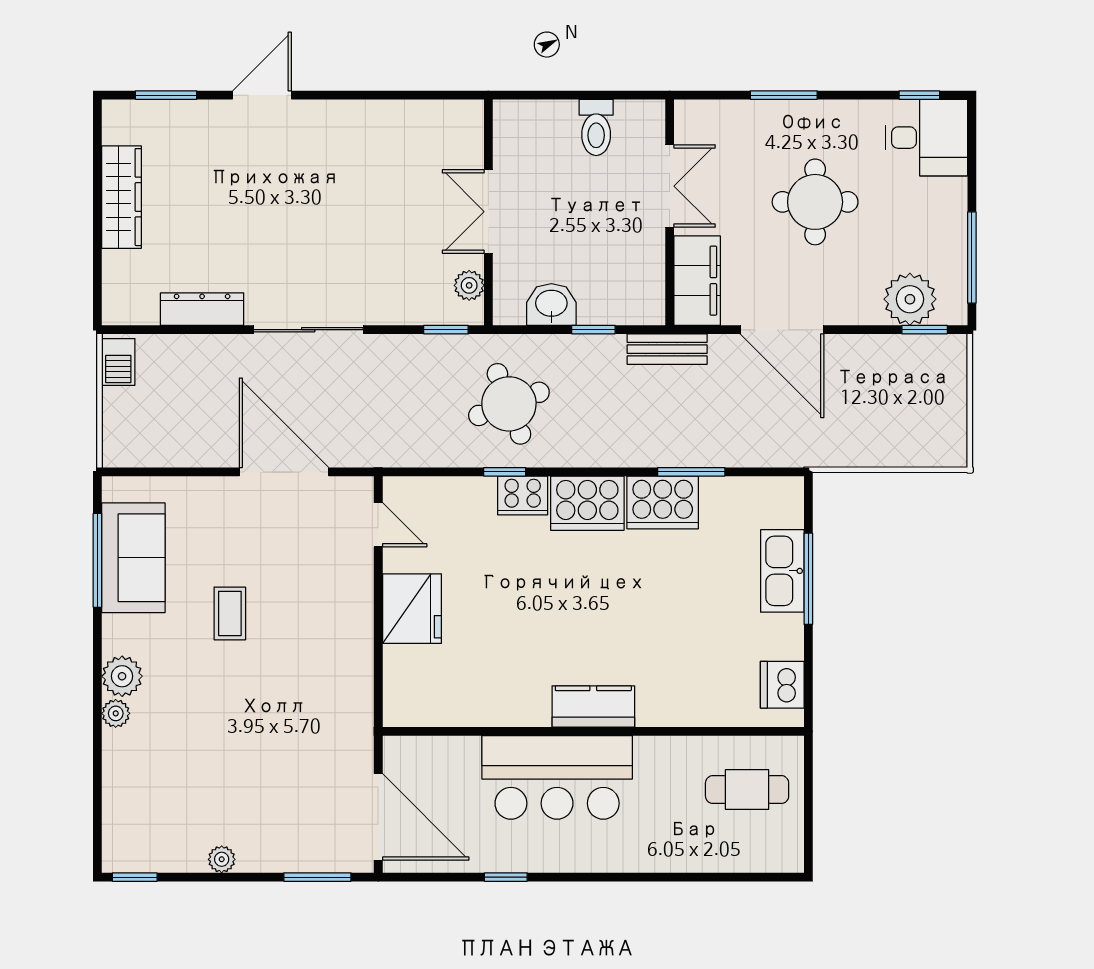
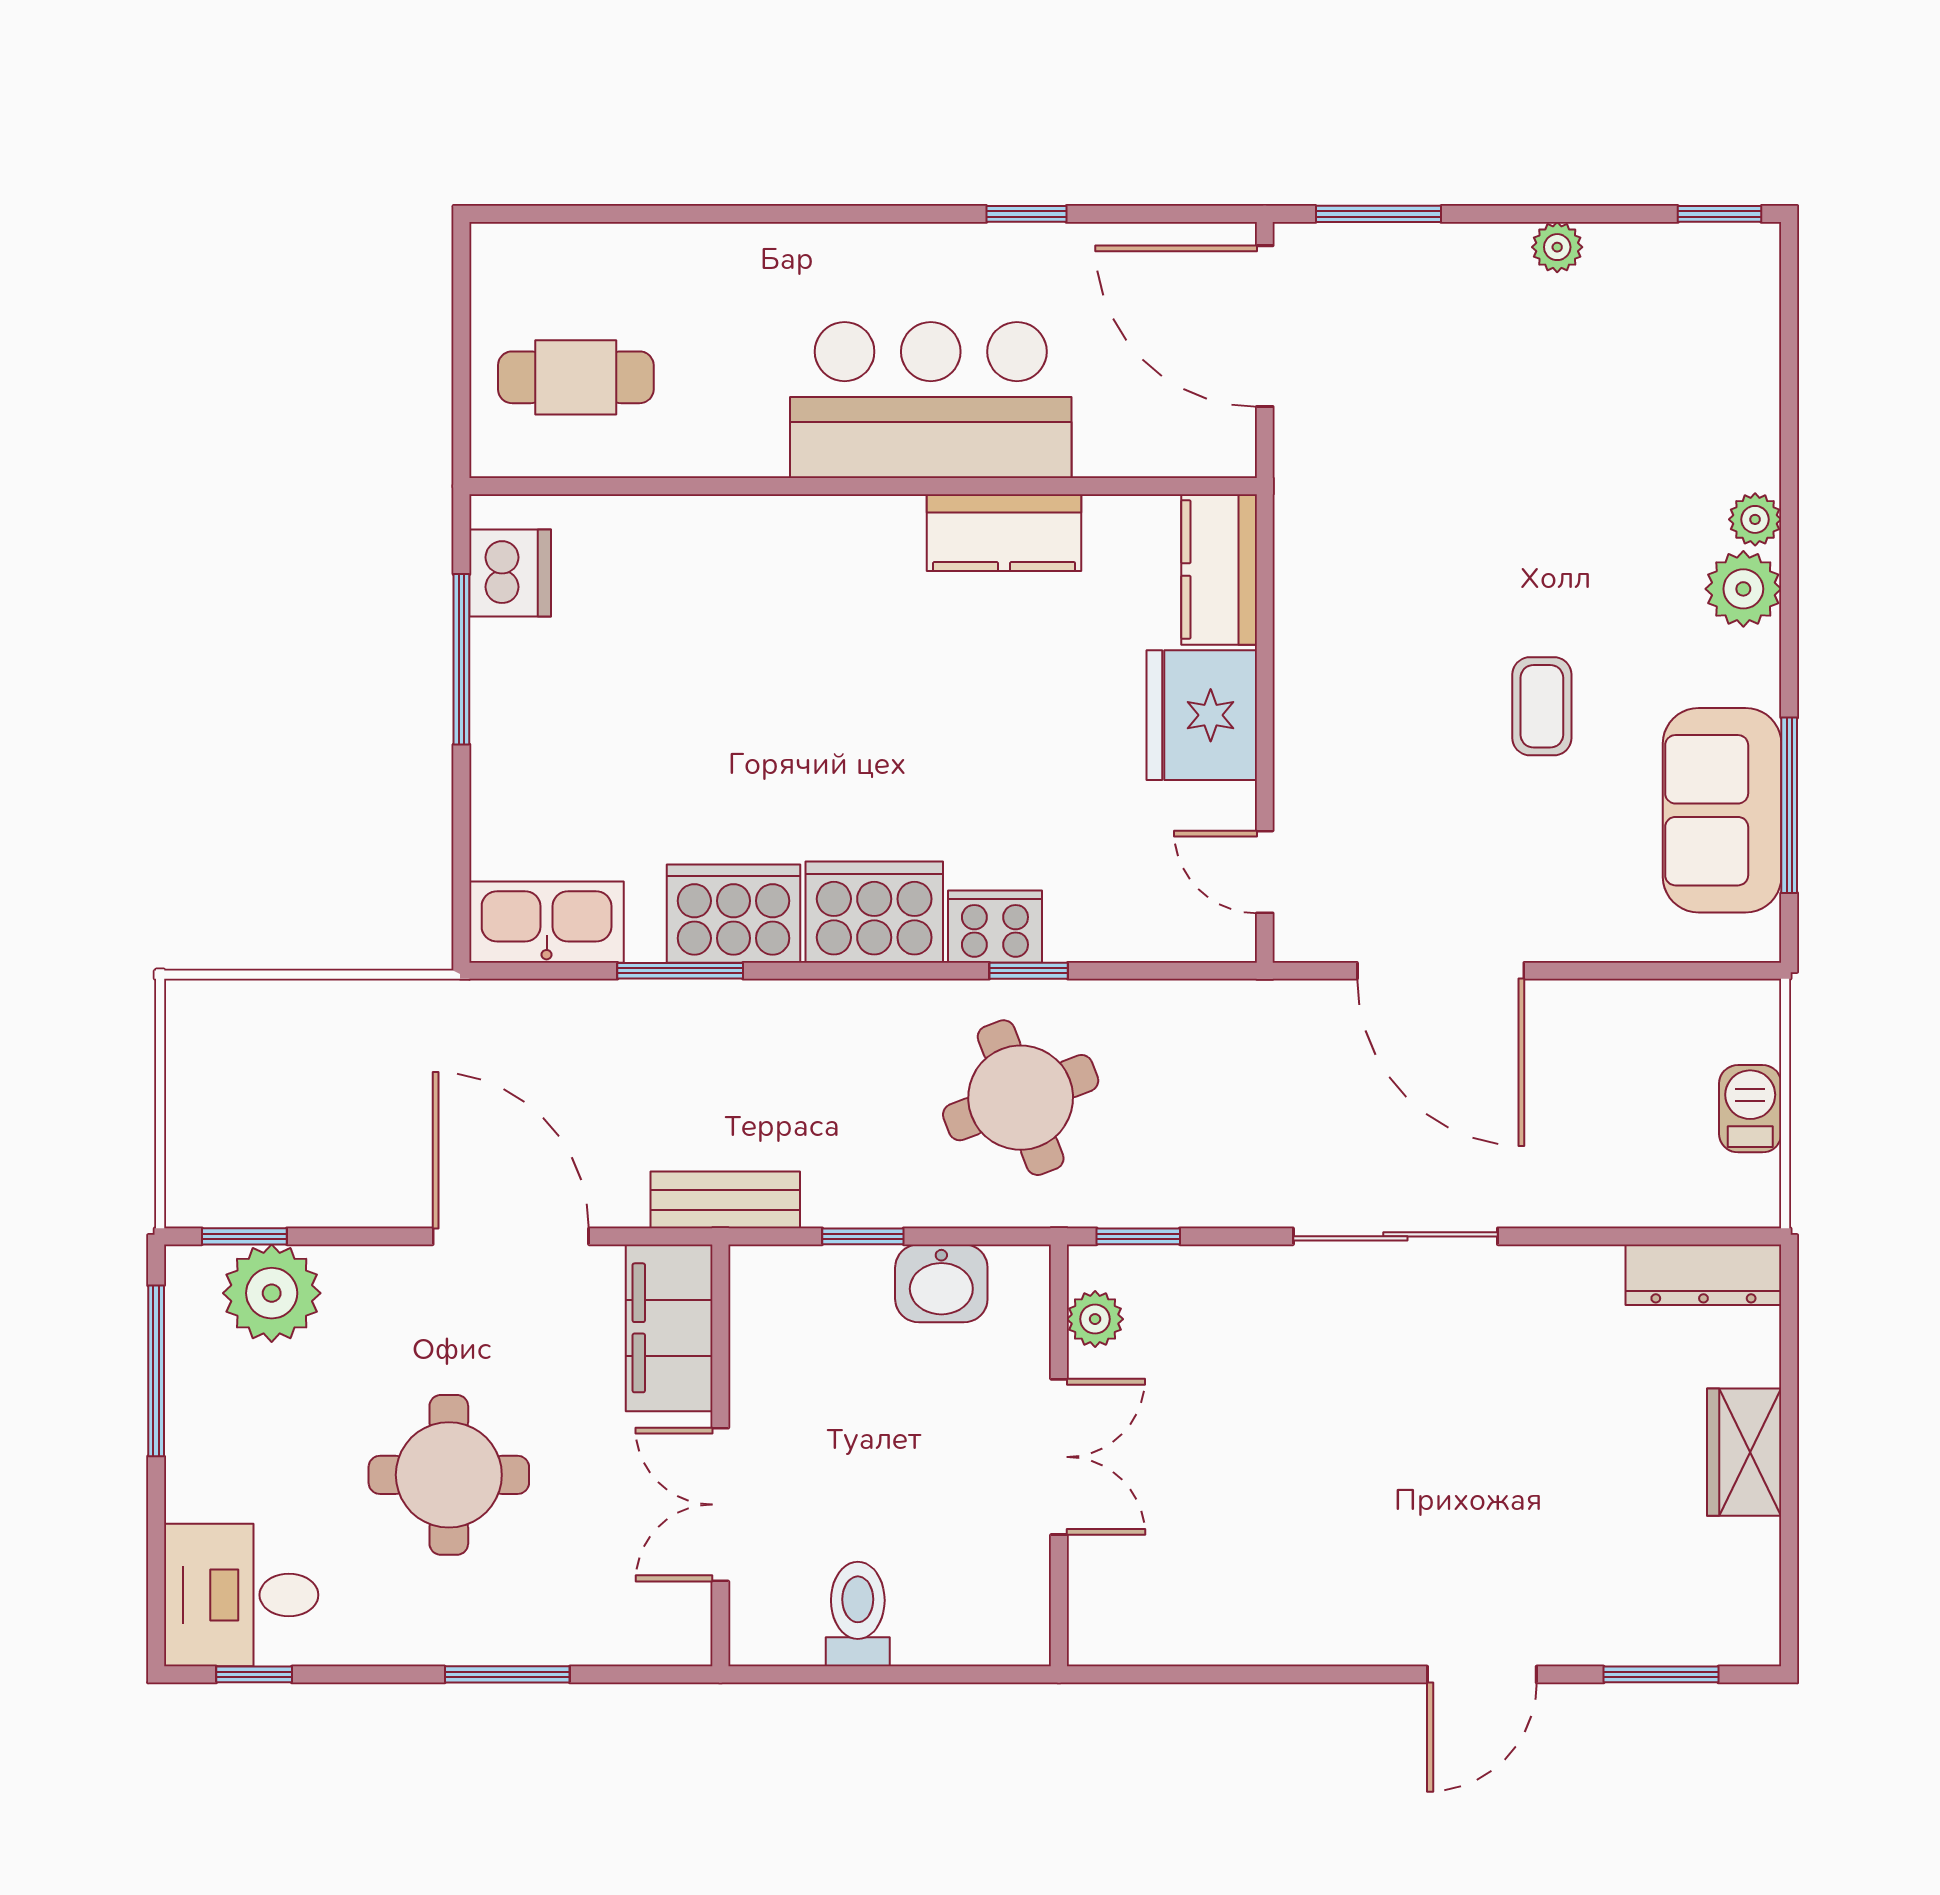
wardrobe: (122, 197) -> (1744, 1452), width x0.67
dresser: (202, 309) -> (1703, 1275), moved
barbecue: (118, 362) -> (1750, 1109), moved
kitchen sink: (782, 571) -> (547, 922), moved, turned -90
window: (808, 579) -> (461, 659), moved
kitchen counter: (403, 687) -> (1219, 569), added
kitchen counter: (593, 706) -> (1004, 533), moved

